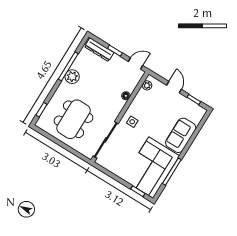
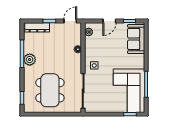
door: (174, 87) -> (109, 21), swing flipped
sofa: (181, 135) -> (136, 39), moved

